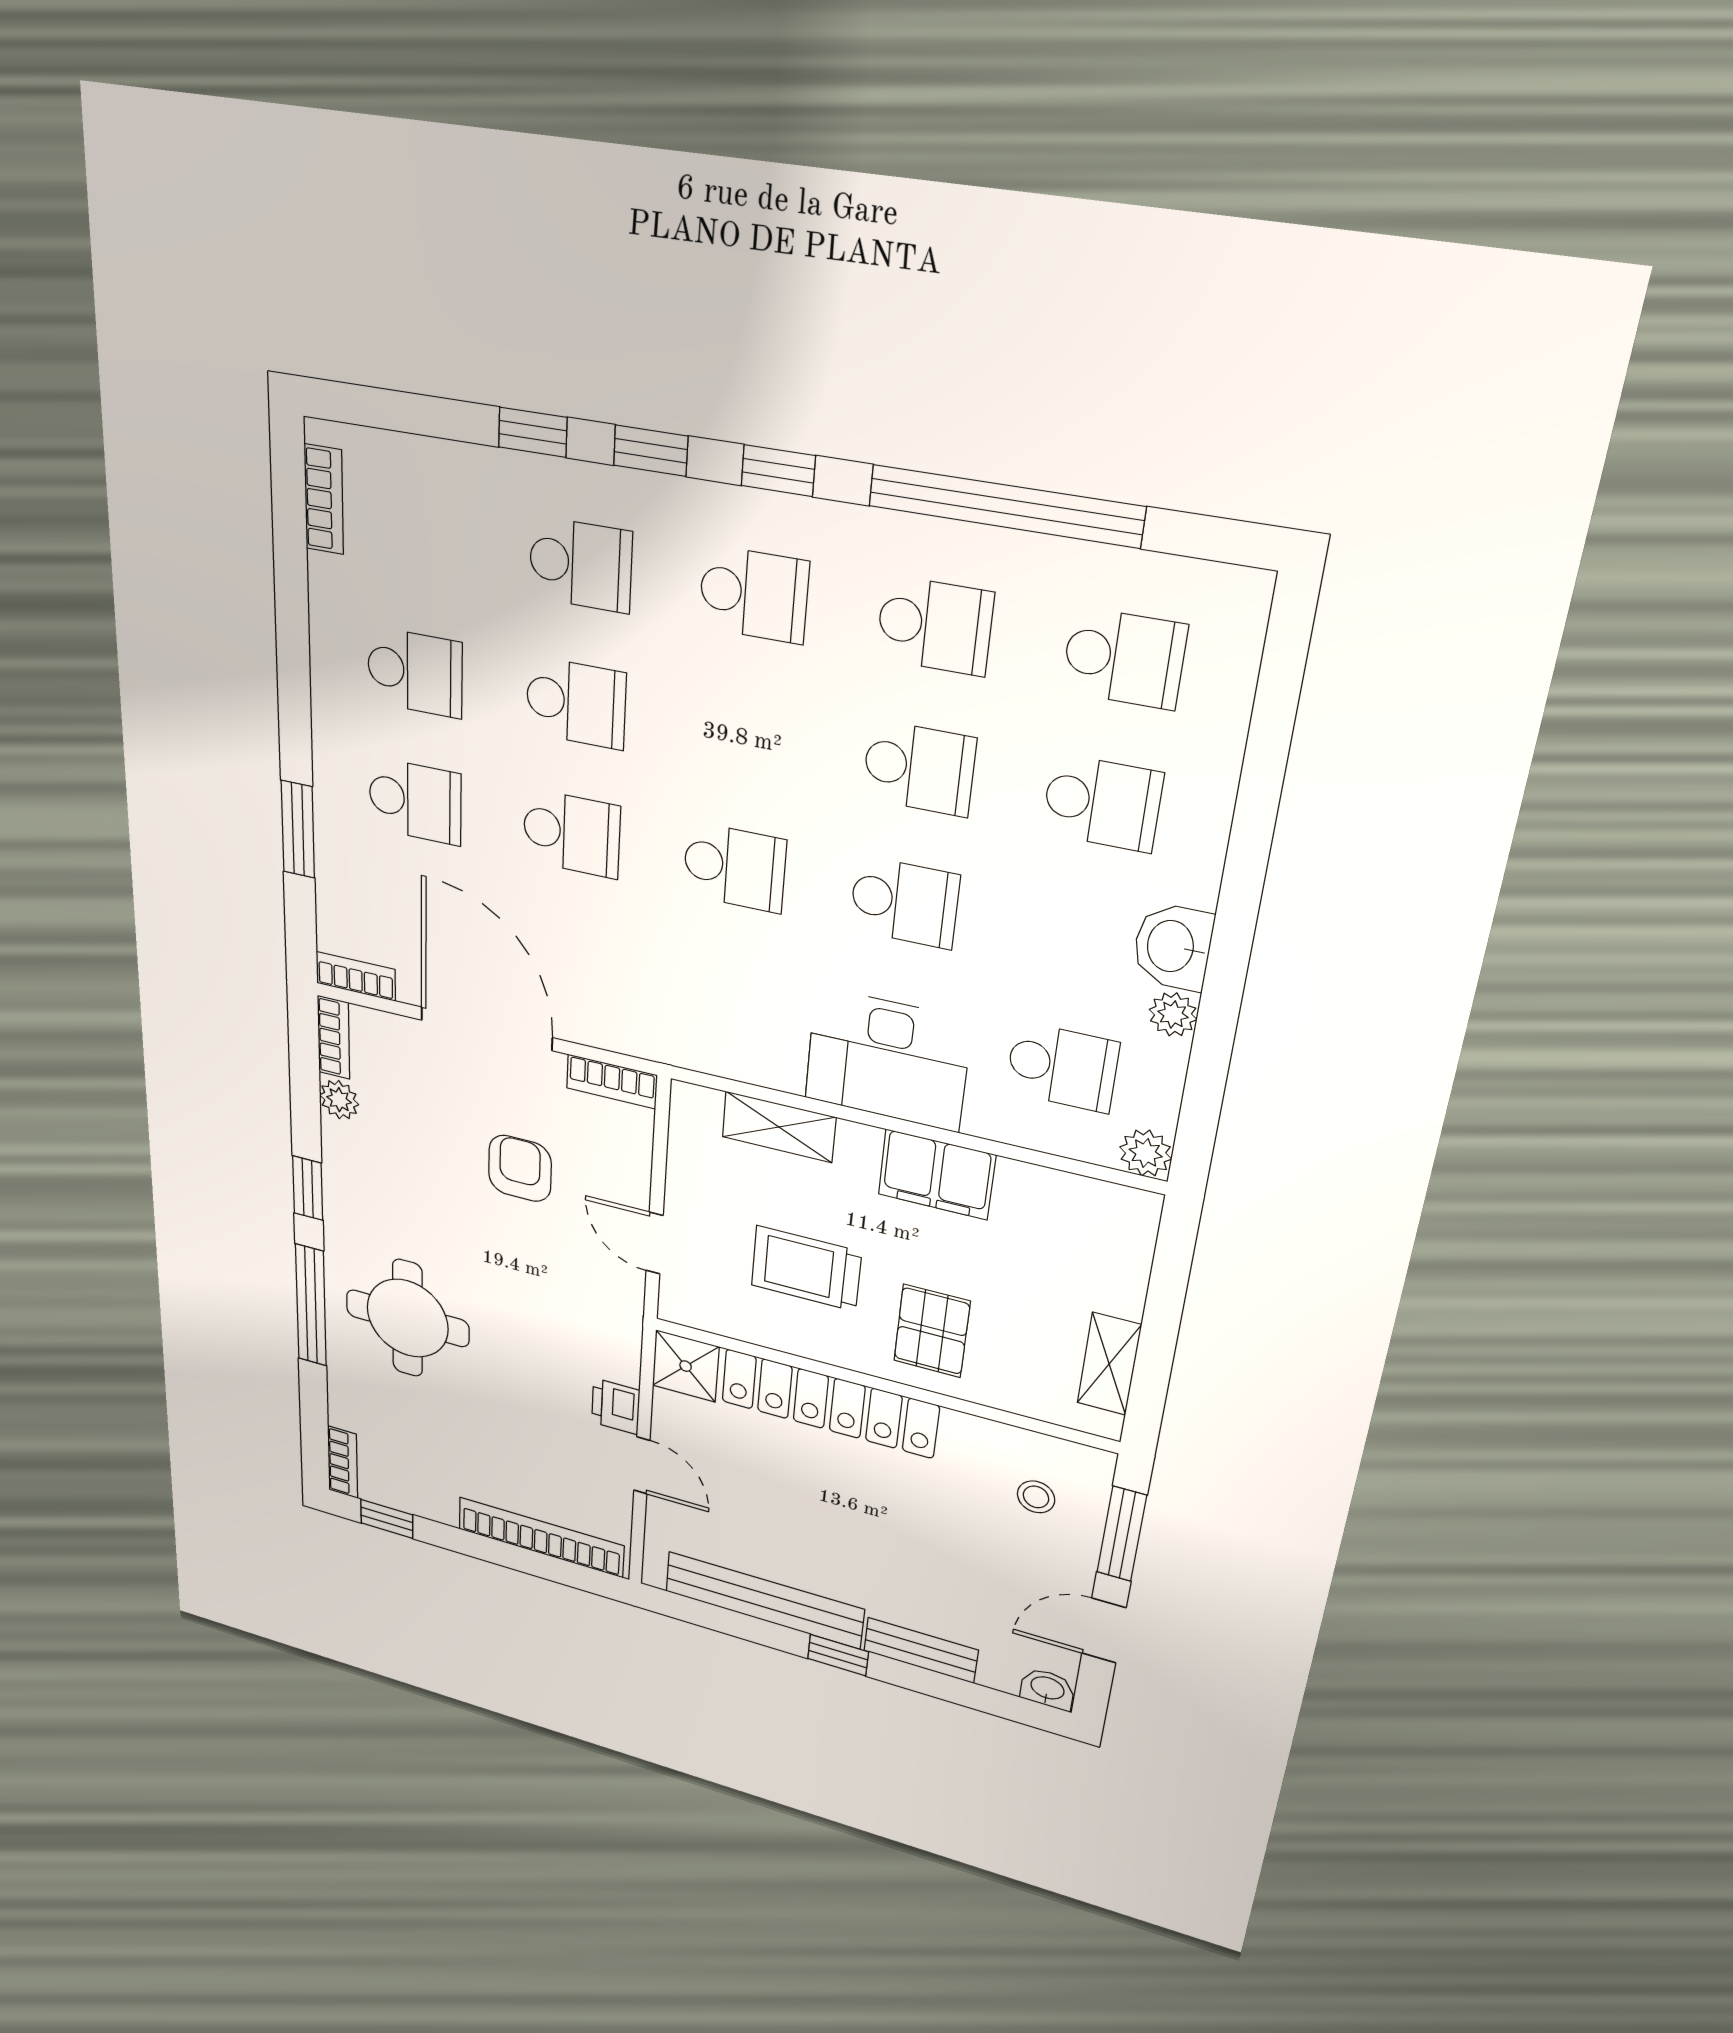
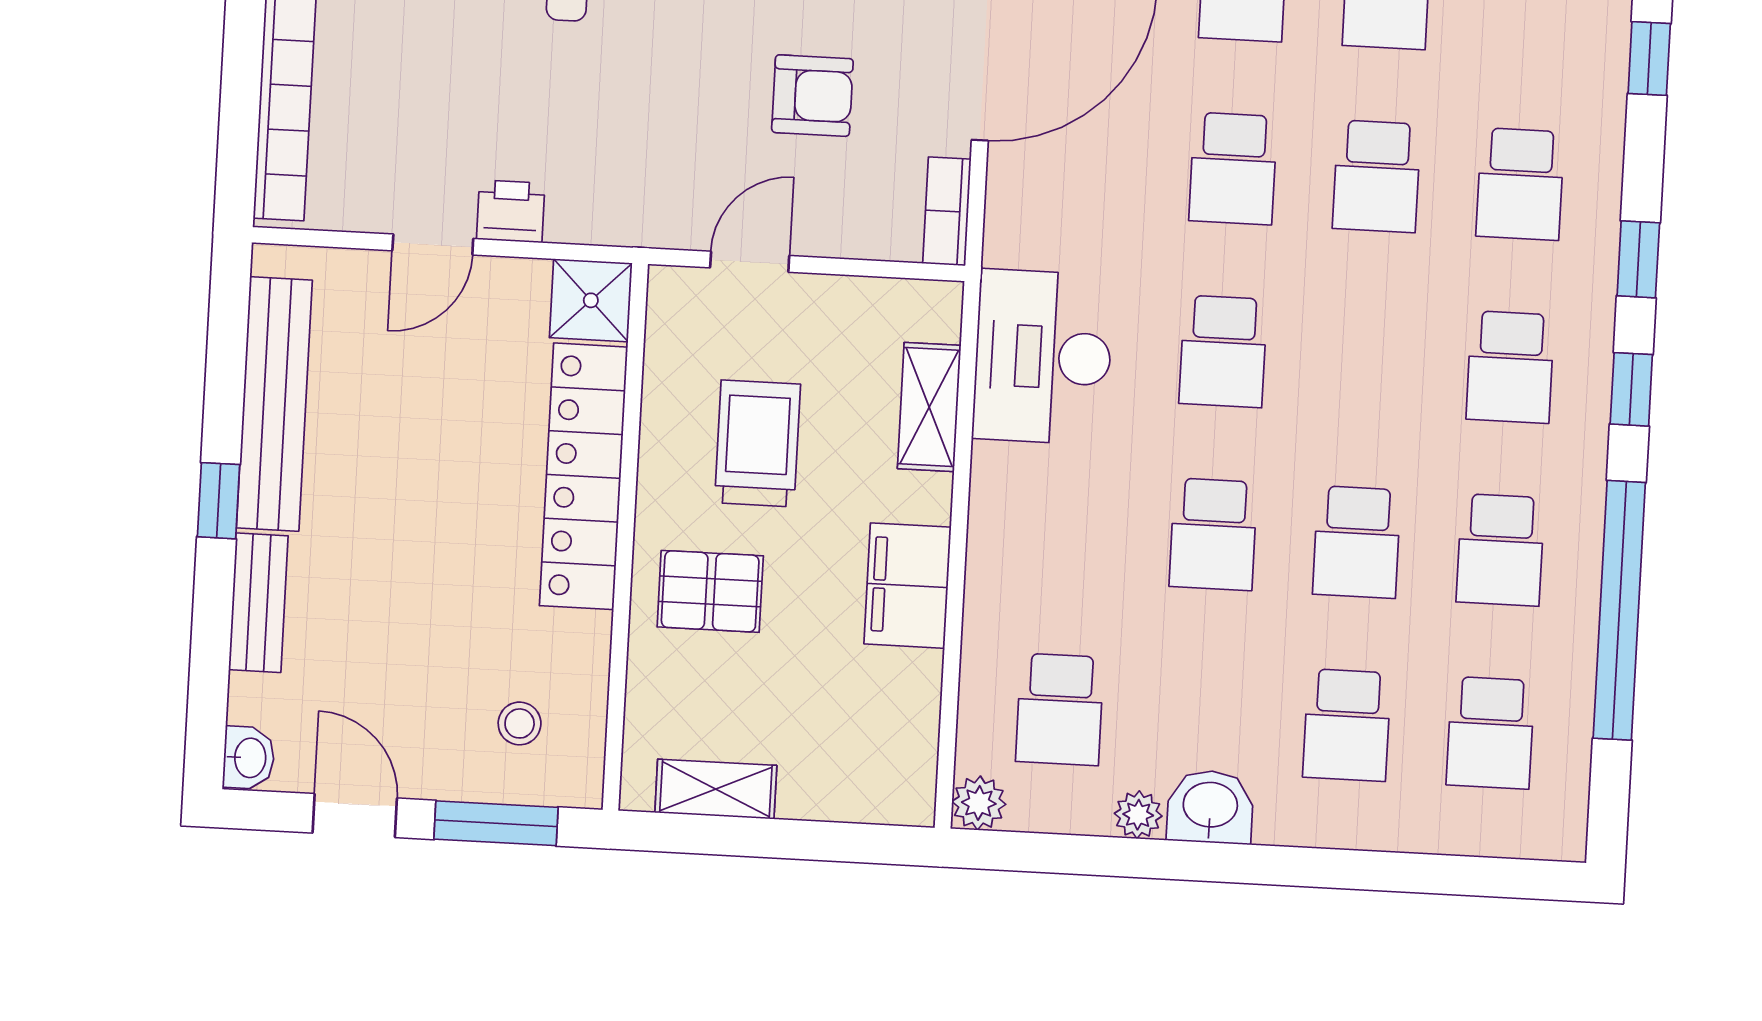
window: (533, 432) -> (1649, 58), moved
desk: (887, 1059) -> (1043, 357), moved

